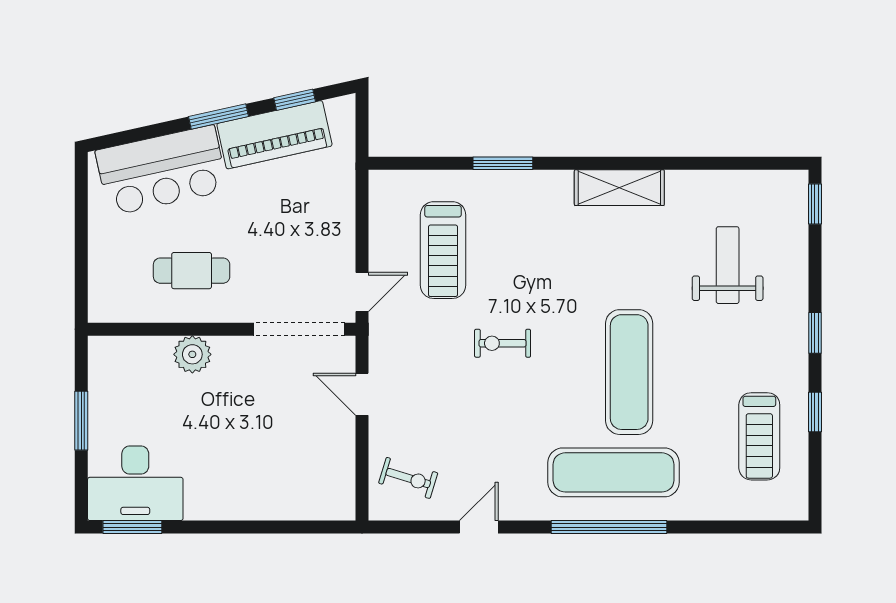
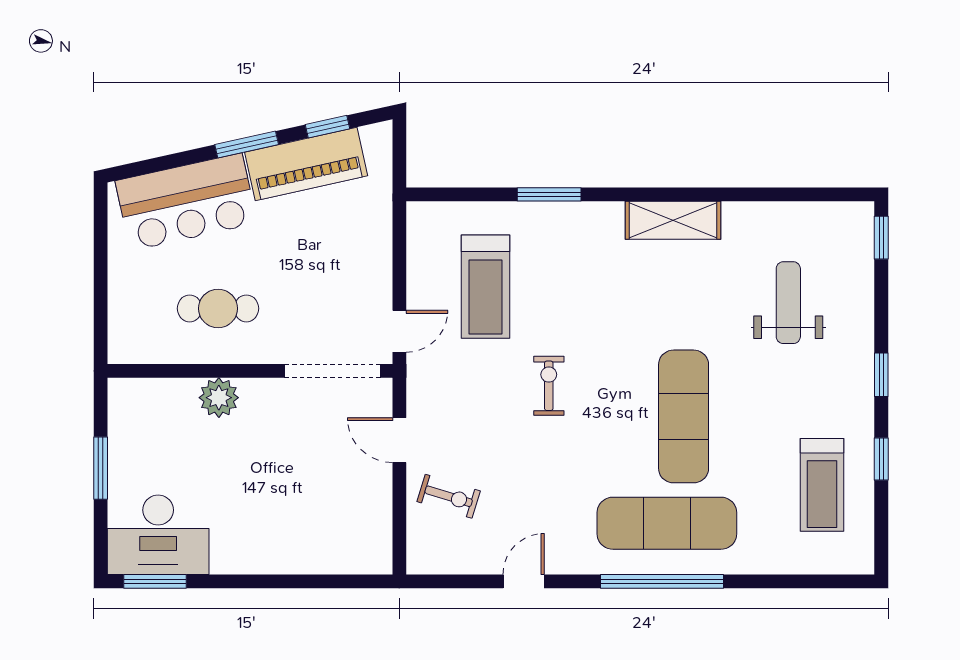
exercise bike: (502, 343) -> (549, 386), turned 90
exercise bike: (408, 478) -> (449, 496), moved

